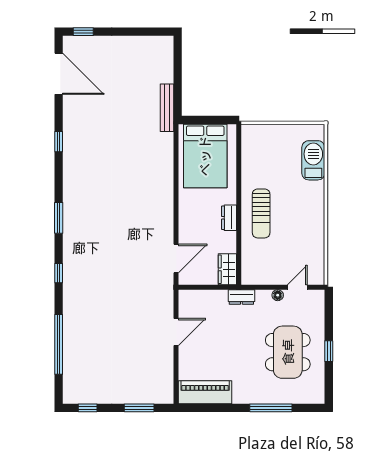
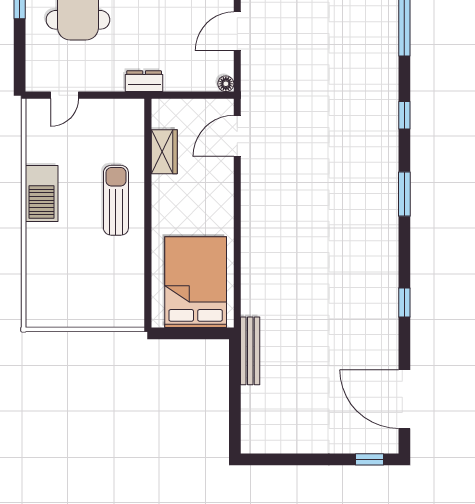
barbecue: (313, 160) -> (42, 194), moved
dresser: (229, 218) -> (162, 194), removed
wardrobe: (227, 269) -> (164, 152), moved
floor lamp: (278, 295) -> (226, 84), moved

